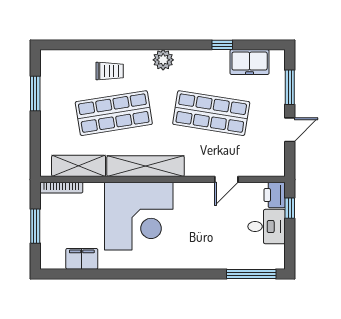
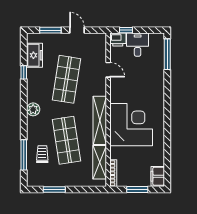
window: (90, 45) -> (24, 155), added
trolley: (110, 71) -> (42, 154), moved
filing cabinet: (82, 259) -> (158, 176), moved

